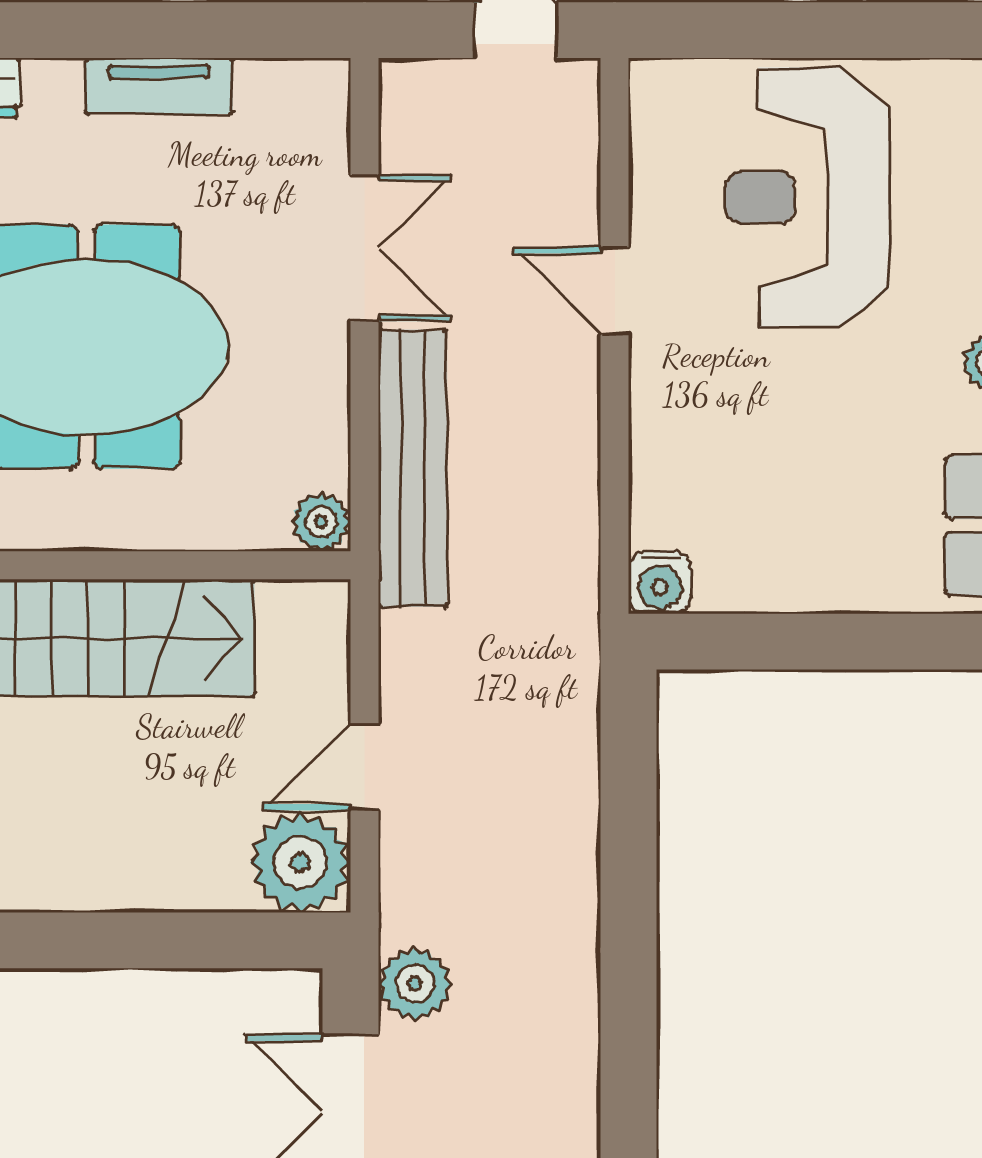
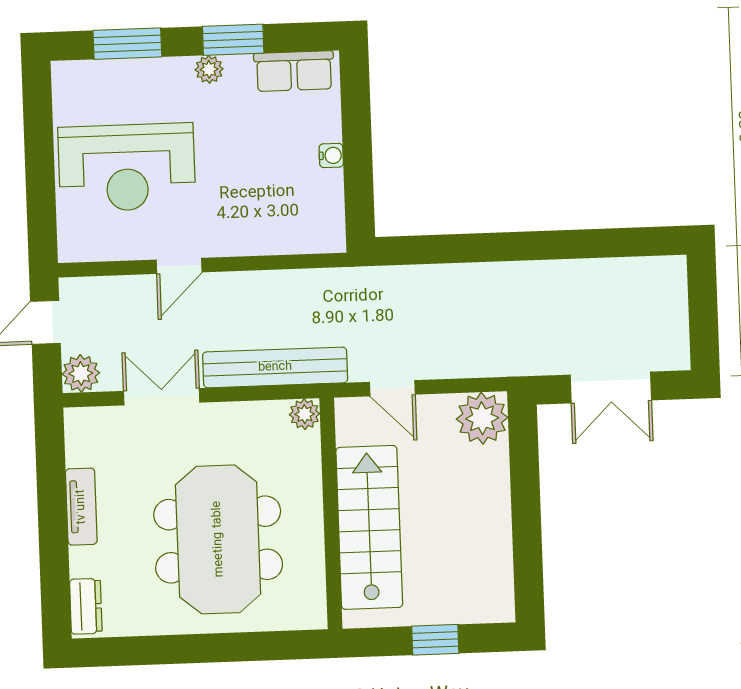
water cooler: (660, 582) -> (331, 155), moved, width x0.72, depth x0.72
door: (364, 767) -> (392, 388), moved
plant: (415, 984) -> (81, 373), moved

